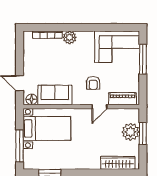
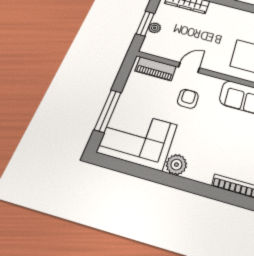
plant: (70, 37) -> (176, 165), moved
plant: (131, 132) -> (155, 28), width x0.53, depth x0.53

